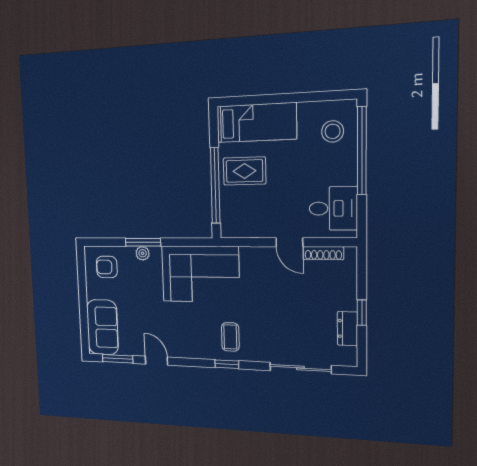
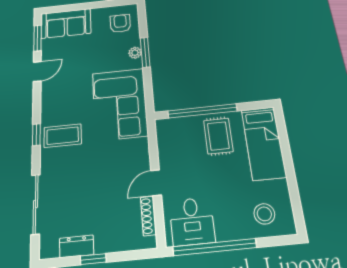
window: (362, 151) -> (215, 247), moved
coffee table: (230, 337) -> (63, 136), width x1.36, depth x1.30

